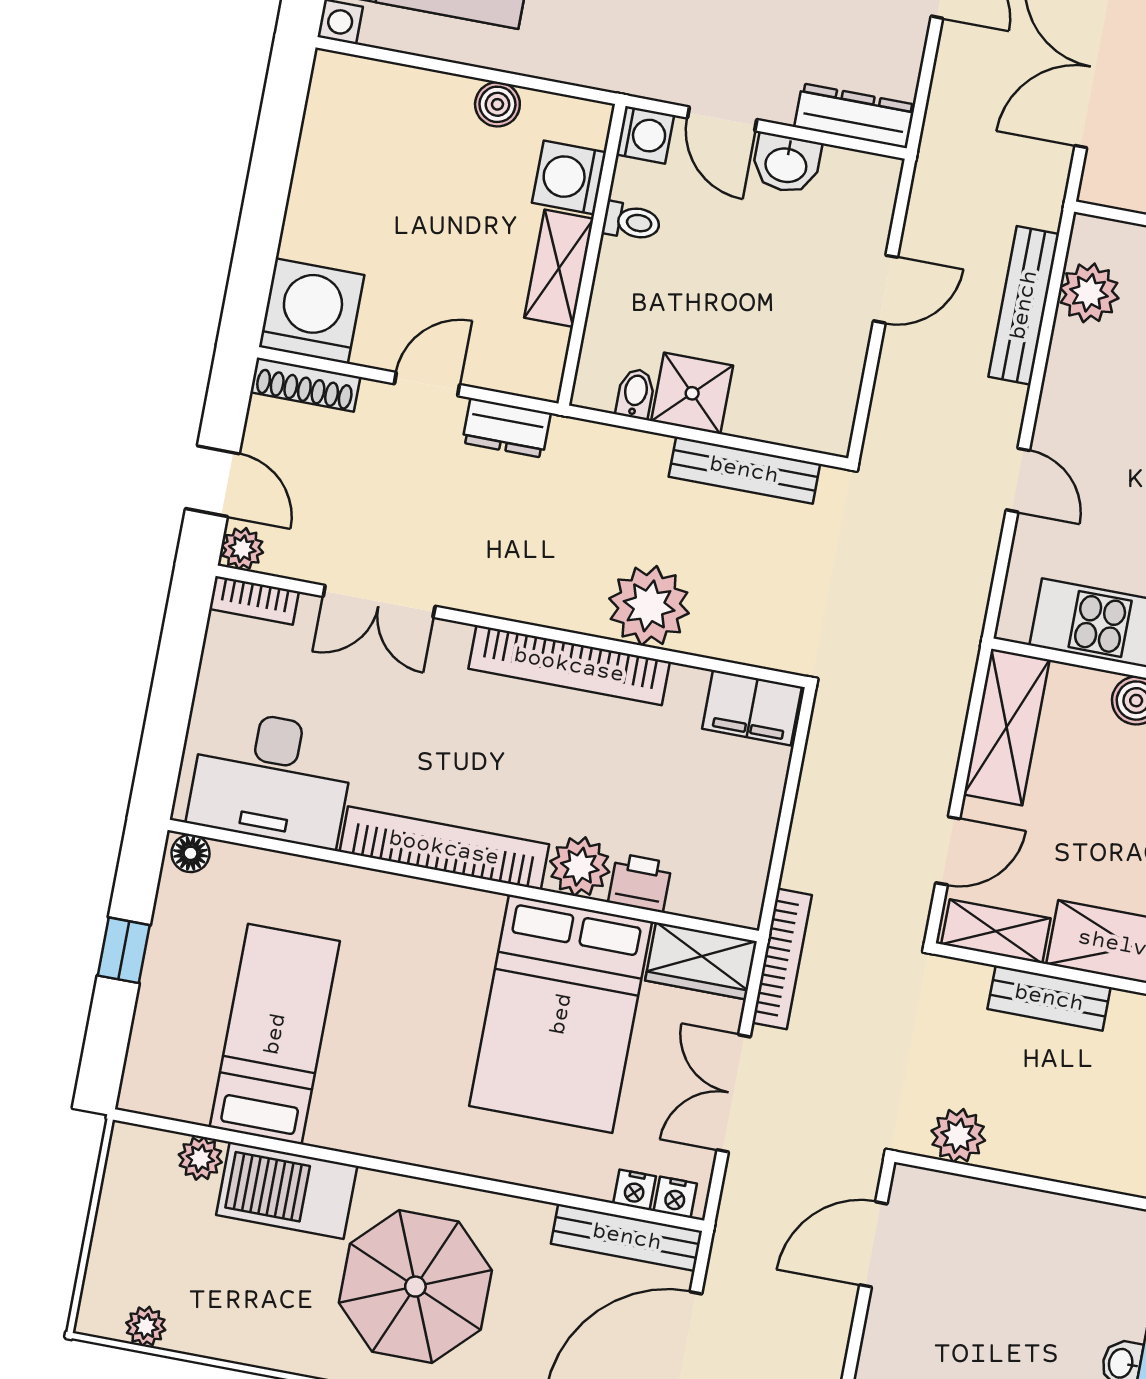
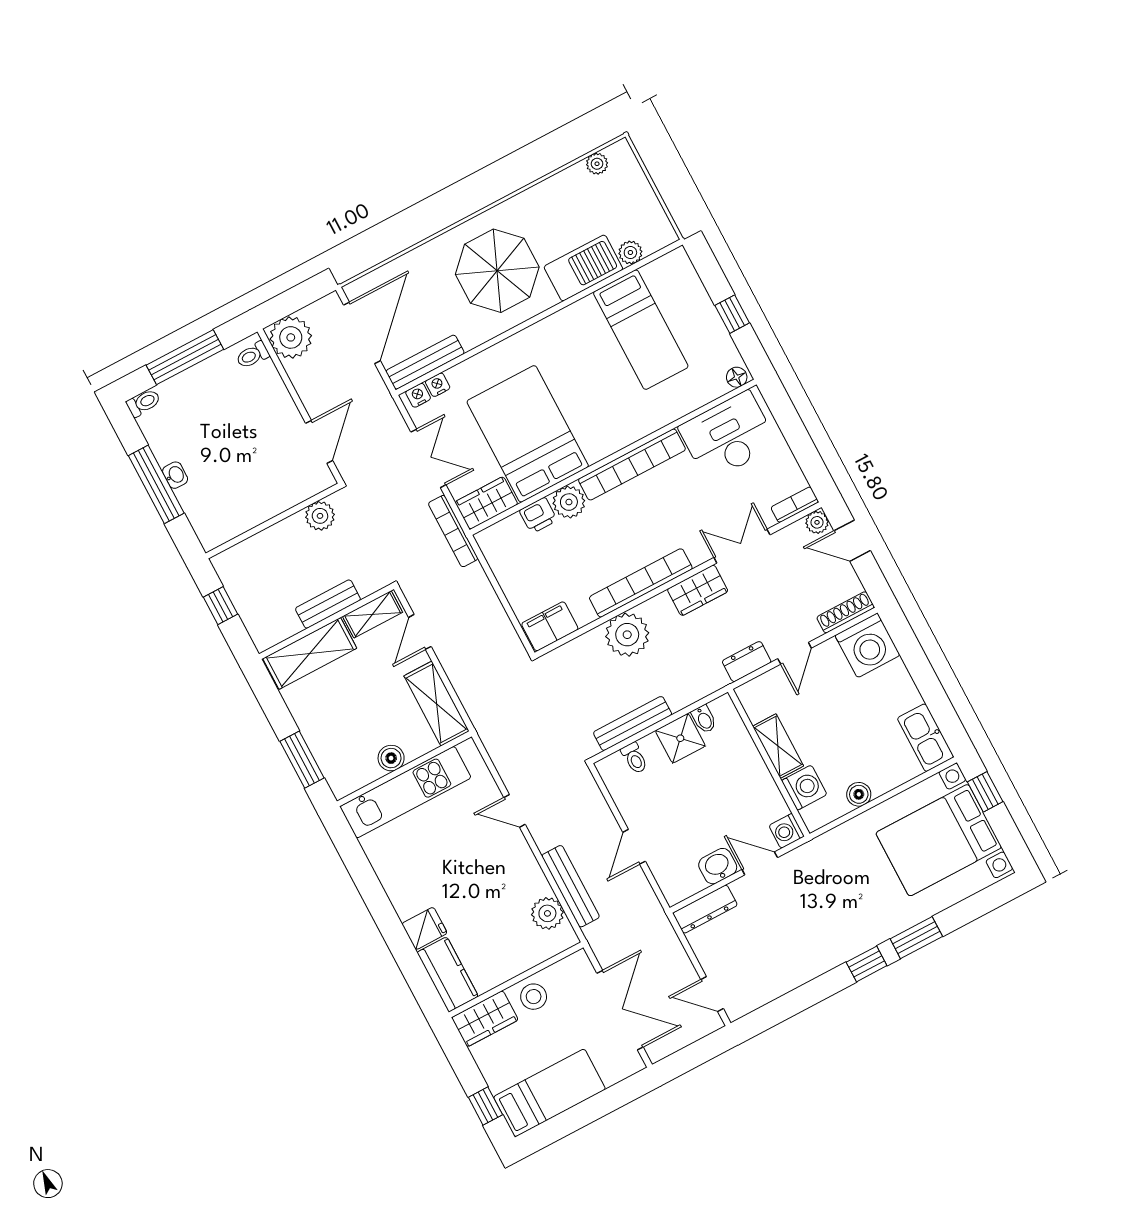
kitchen sink: (334, 109) -> (926, 738), added
toilet: (632, 222) -> (634, 758), moved, turned -90
wardrobe: (495, 589) -> (698, 590), added

